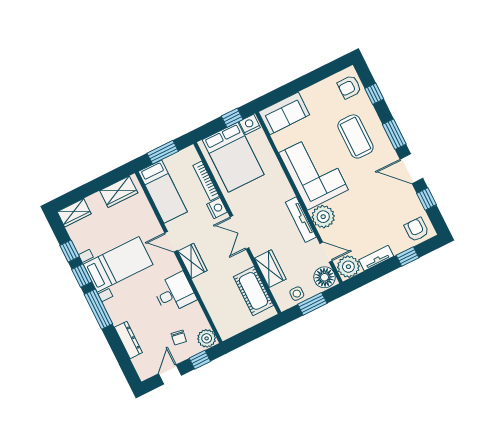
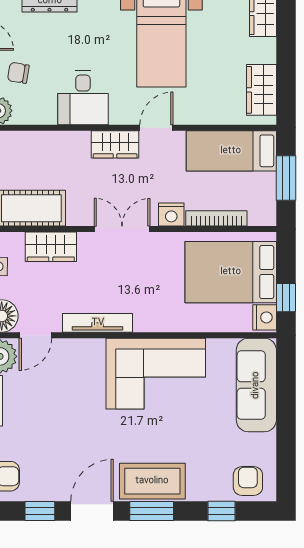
sofa: (284, 113) -> (256, 385), width x1.36
coffee table: (355, 136) -> (152, 481), moved
plant: (323, 217) -> (86, 356), removed

